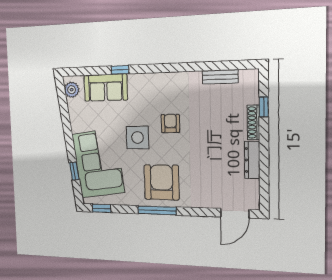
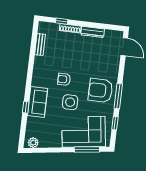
sofa: (106, 88) -> (37, 102), moved
window: (74, 171) -> (87, 149), width x2.17
window: (102, 208) -> (115, 123), moved

